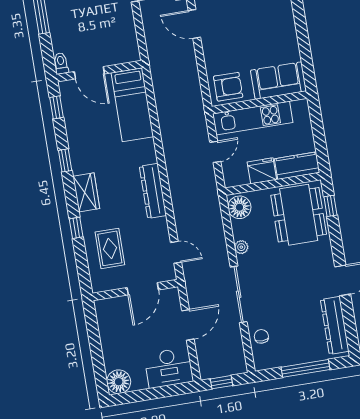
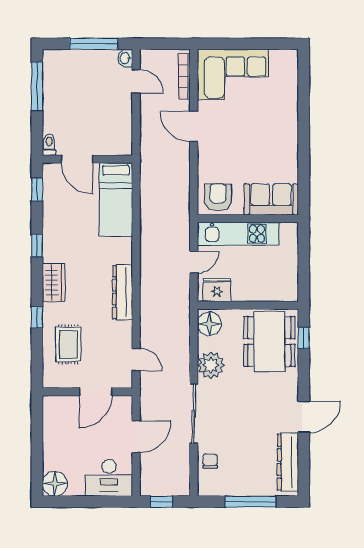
armchair: (228, 87) -> (218, 197), turned -90
kitchen counter: (297, 166) -> (276, 290), removed
fridge: (262, 171) -> (217, 290), moved
plant: (241, 247) -> (211, 365), width x1.88, depth x1.88

